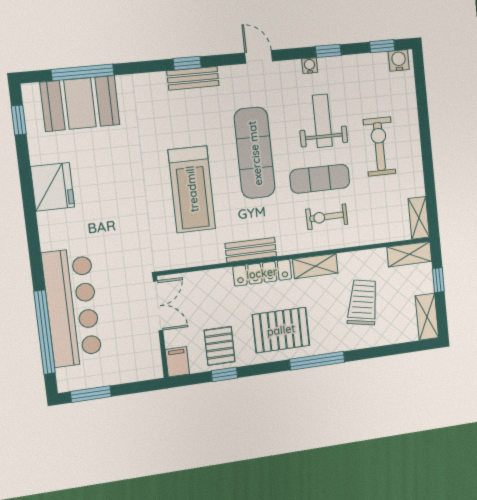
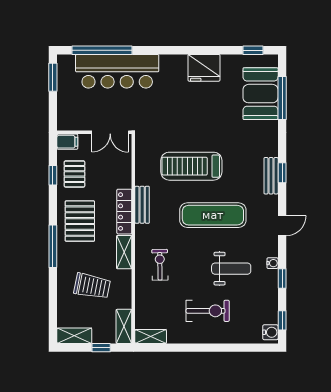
exercise mat: (320, 179) -> (189, 262), removed
pallet: (220, 346) -> (74, 174), turned 90

